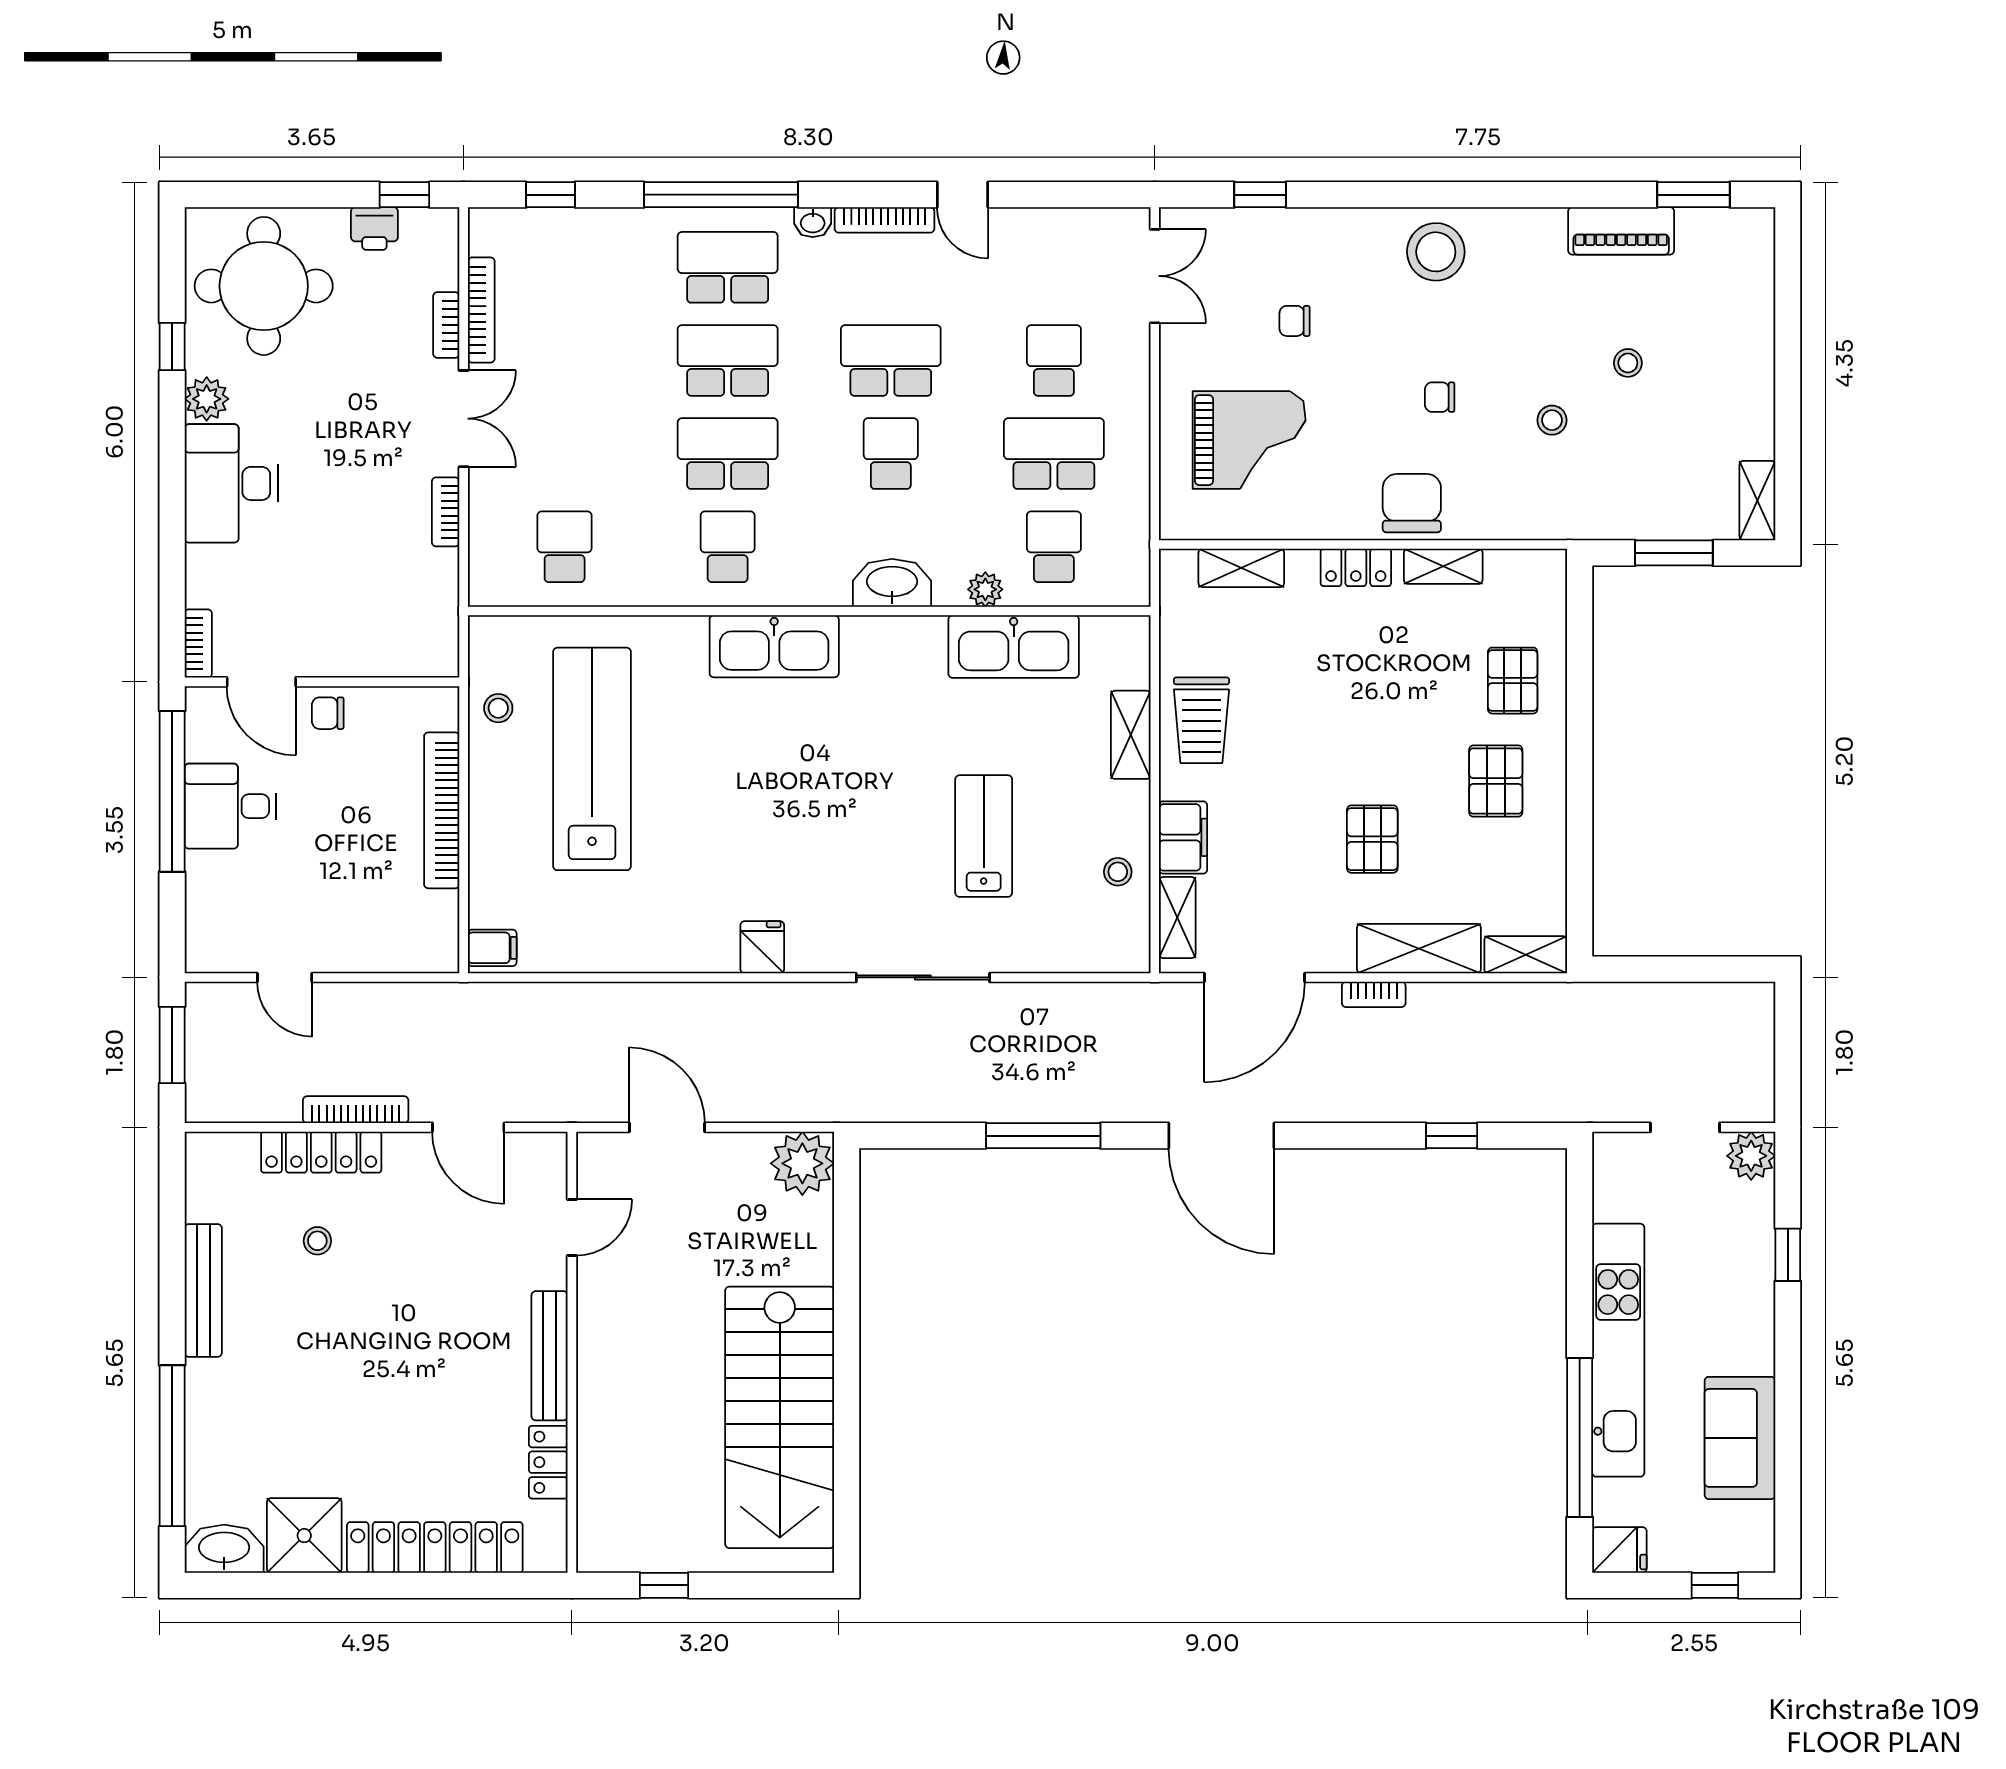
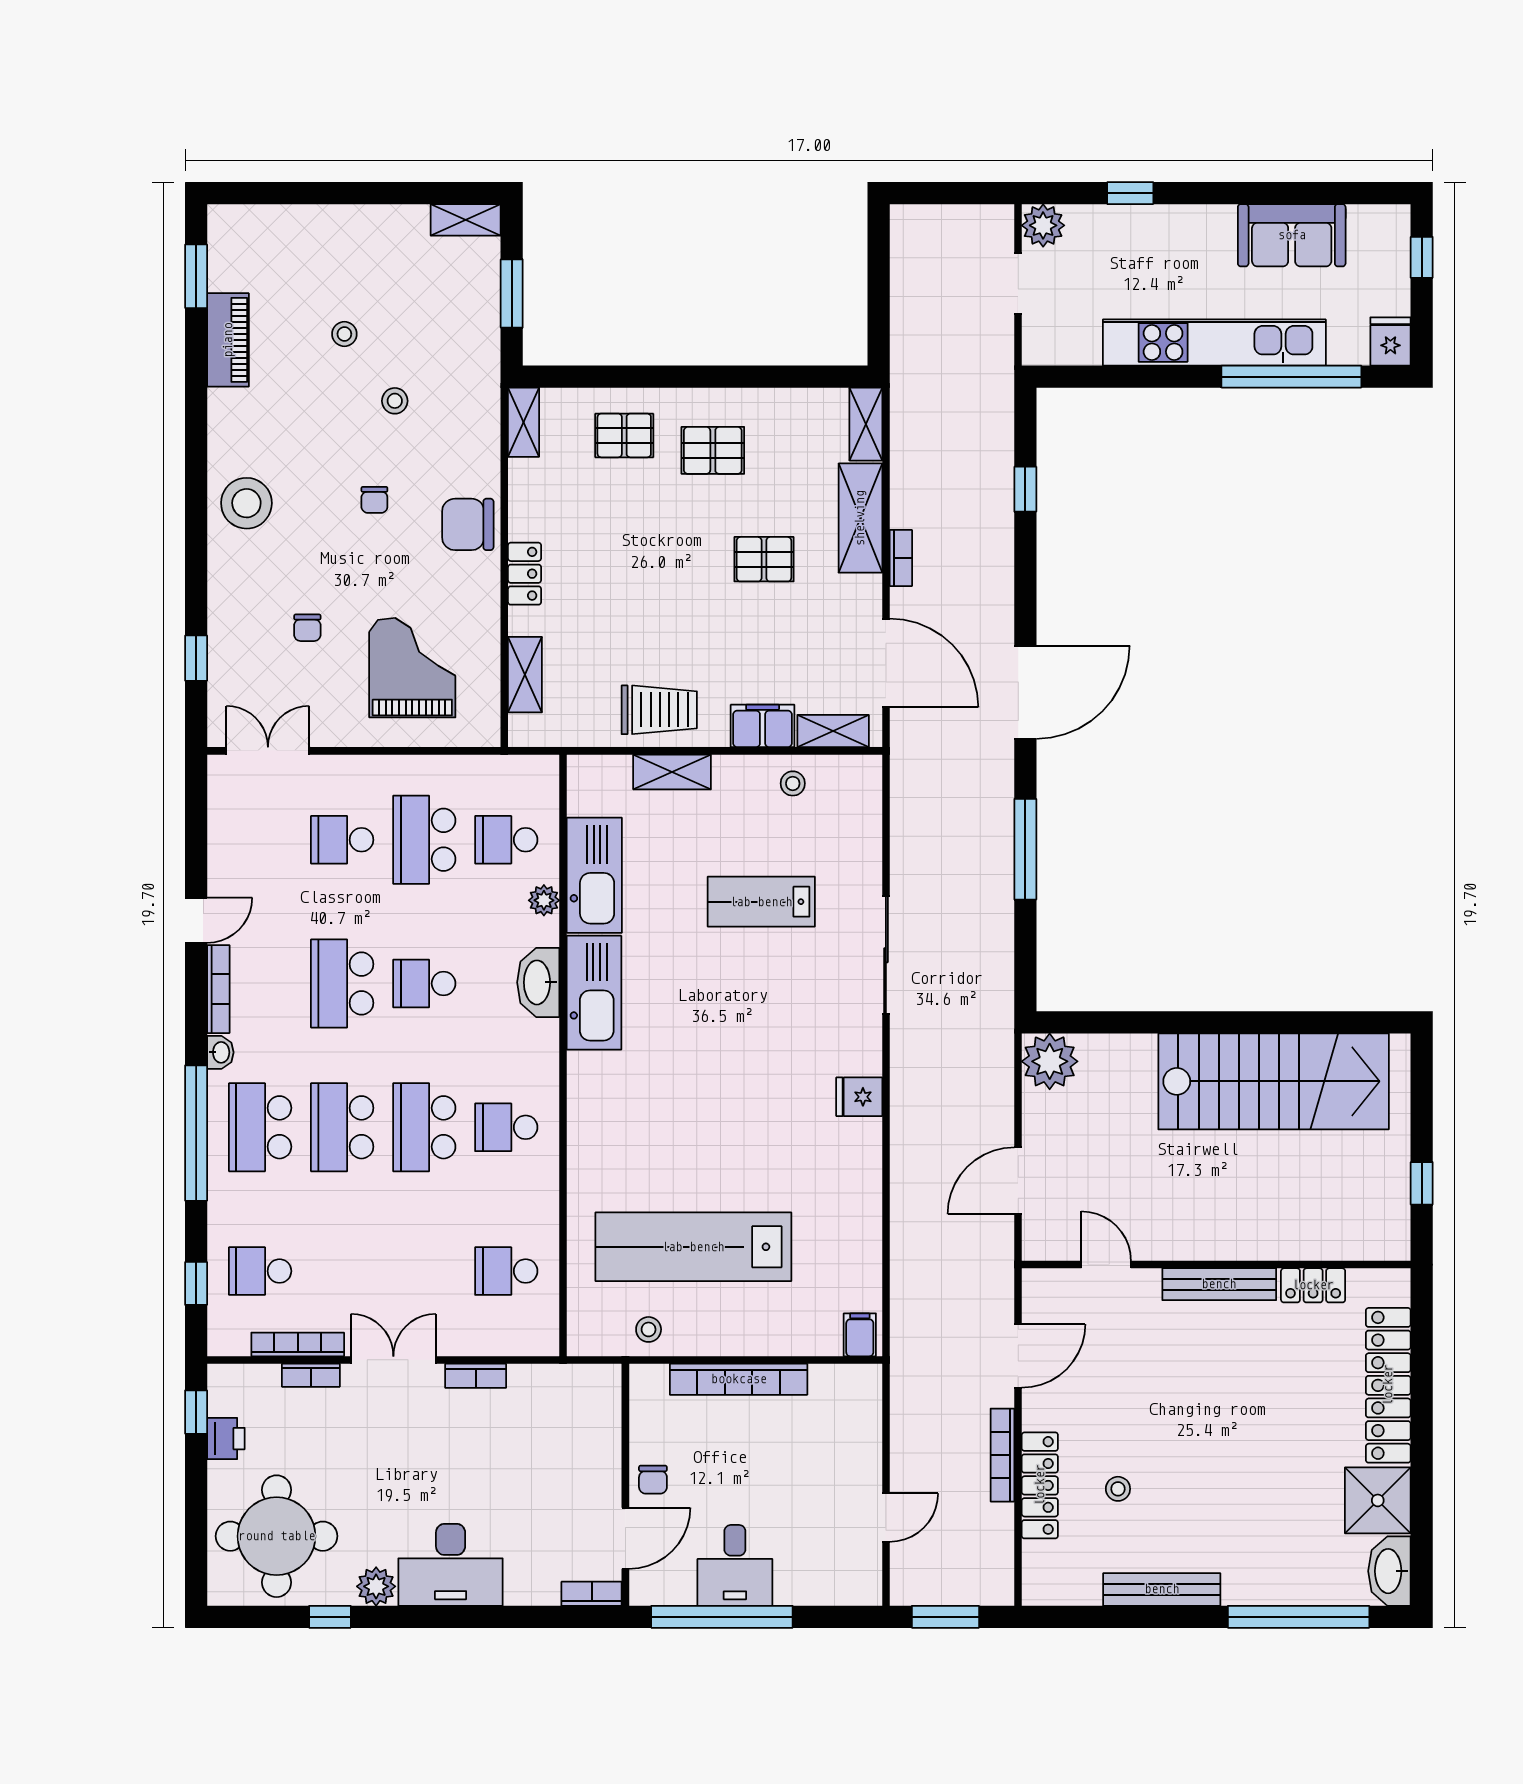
school desk: (565, 267) -> (260, 1271), added
shelving: (1443, 566) -> (524, 422), moved
kitchen sink: (774, 646) -> (594, 993), moved

